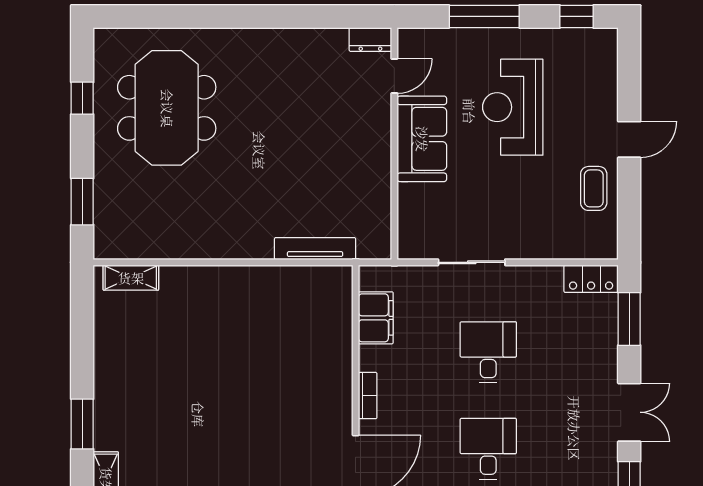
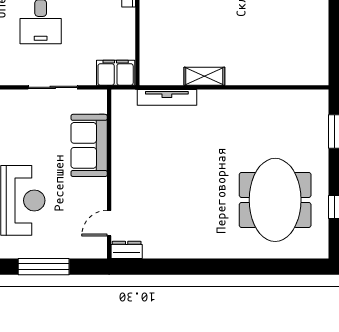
sofa: (422, 139) -> (89, 145), moved
shelving: (131, 278) -> (204, 76), moved
filing cabinet: (376, 318) -> (116, 73), moved, turned 90

